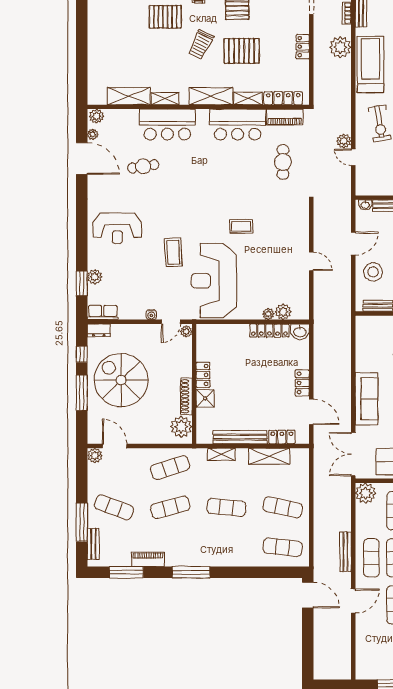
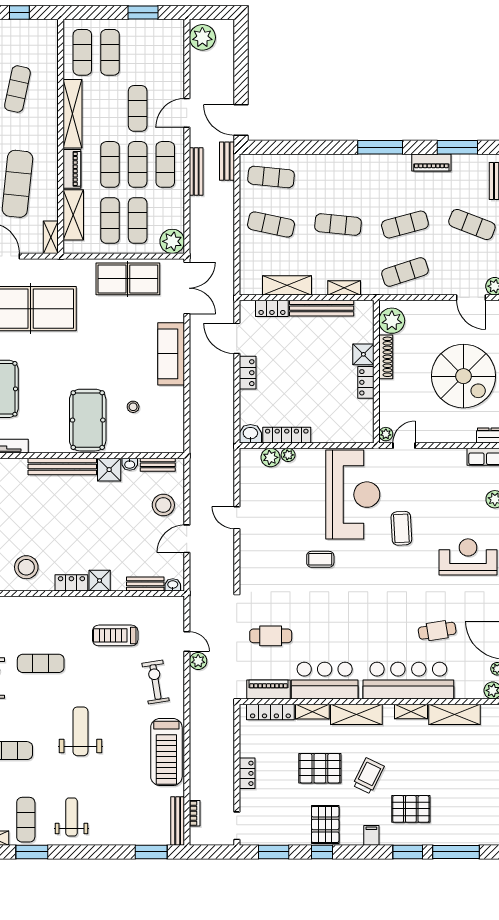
plant: (340, 47) -> (202, 37), moved
bar counter: (167, 124) -> (408, 681), width x1.36
cafe table: (283, 162) -> (271, 636), turned 90
water cooler: (151, 315) -> (428, 454), removed
bench: (320, 561) -> (227, 161), added

